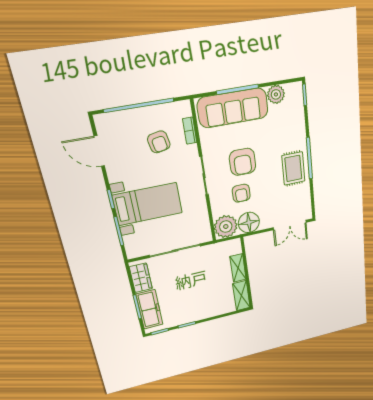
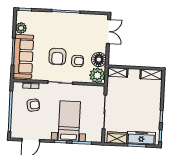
armchair: (243, 162) -> (57, 56), turned 90
rug: (293, 168) -> (70, 23), removed
shelving: (238, 268) -> (118, 72), moved

